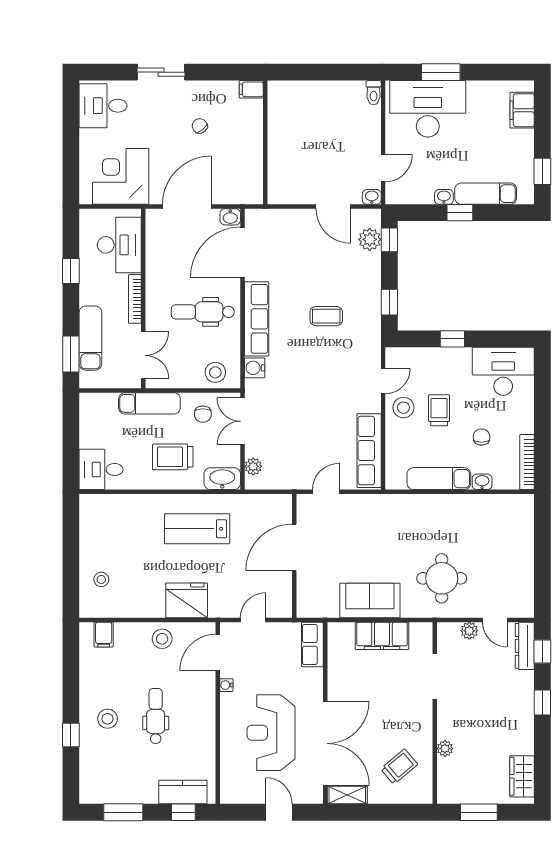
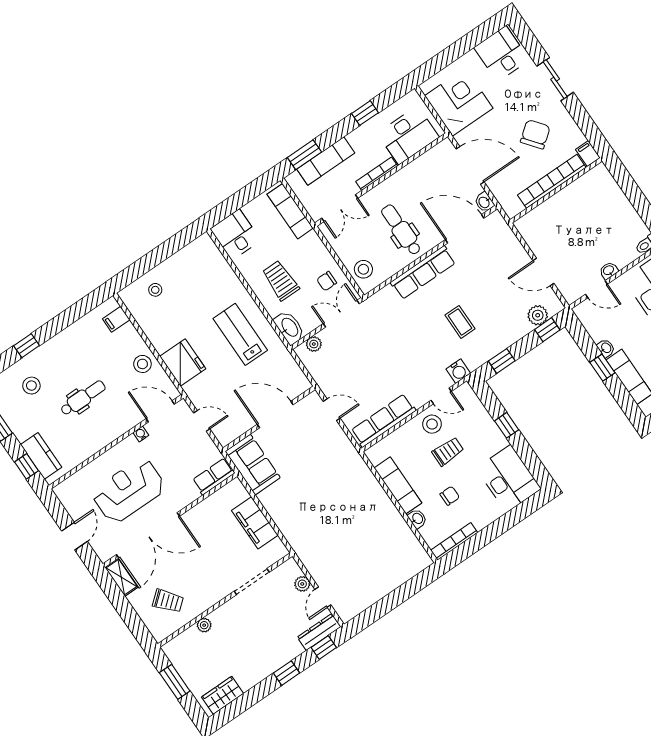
chair: (200, 126) -> (535, 134), width x1.87, depth x1.87
bookcase: (254, 141) -> (552, 181), added
washbasin: (372, 197) -> (609, 271), moved, turned -90
door: (333, 207) -> (543, 272), hinge flipped
water cooler: (255, 368) -> (458, 371), moved, turned 180
exam couch: (149, 403) -> (290, 211), moved
round table: (442, 578) -> (327, 538), removed
sofa: (370, 601) -> (253, 465), moved
stool: (108, 719) -> (31, 386), moved

